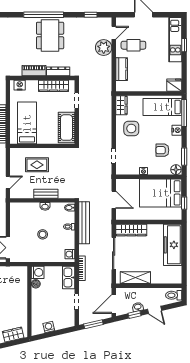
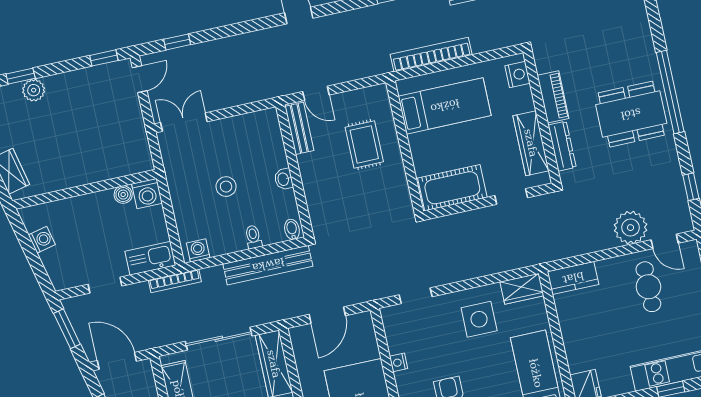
kitchen counter: (122, 69) -> (573, 278), moved
bench: (46, 194) -> (299, 128), moved

